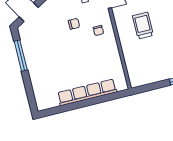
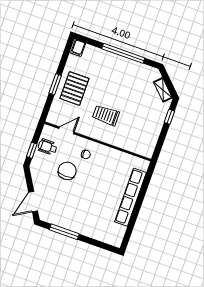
chair: (74, 24) -> (67, 171), width x1.87, depth x1.87

